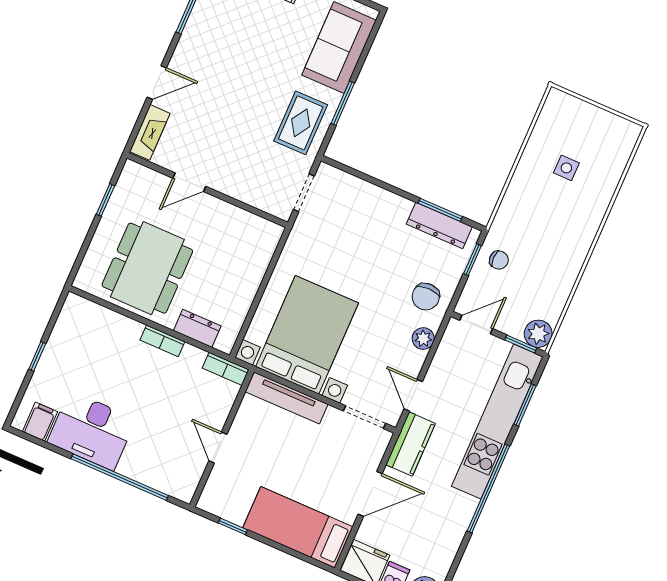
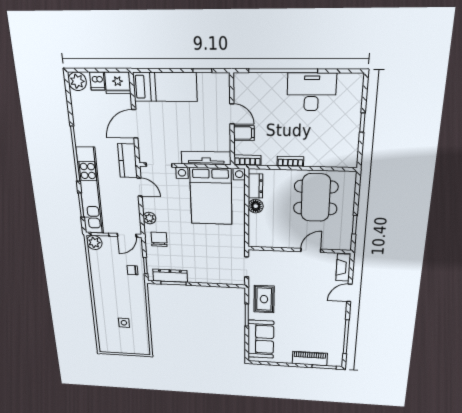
floor lamp: (245, 291) -> (256, 206), added
dresser: (197, 328) -> (255, 186), moved, turned -90
filing cabinet: (40, 422) -> (244, 133), moved, turned -90

